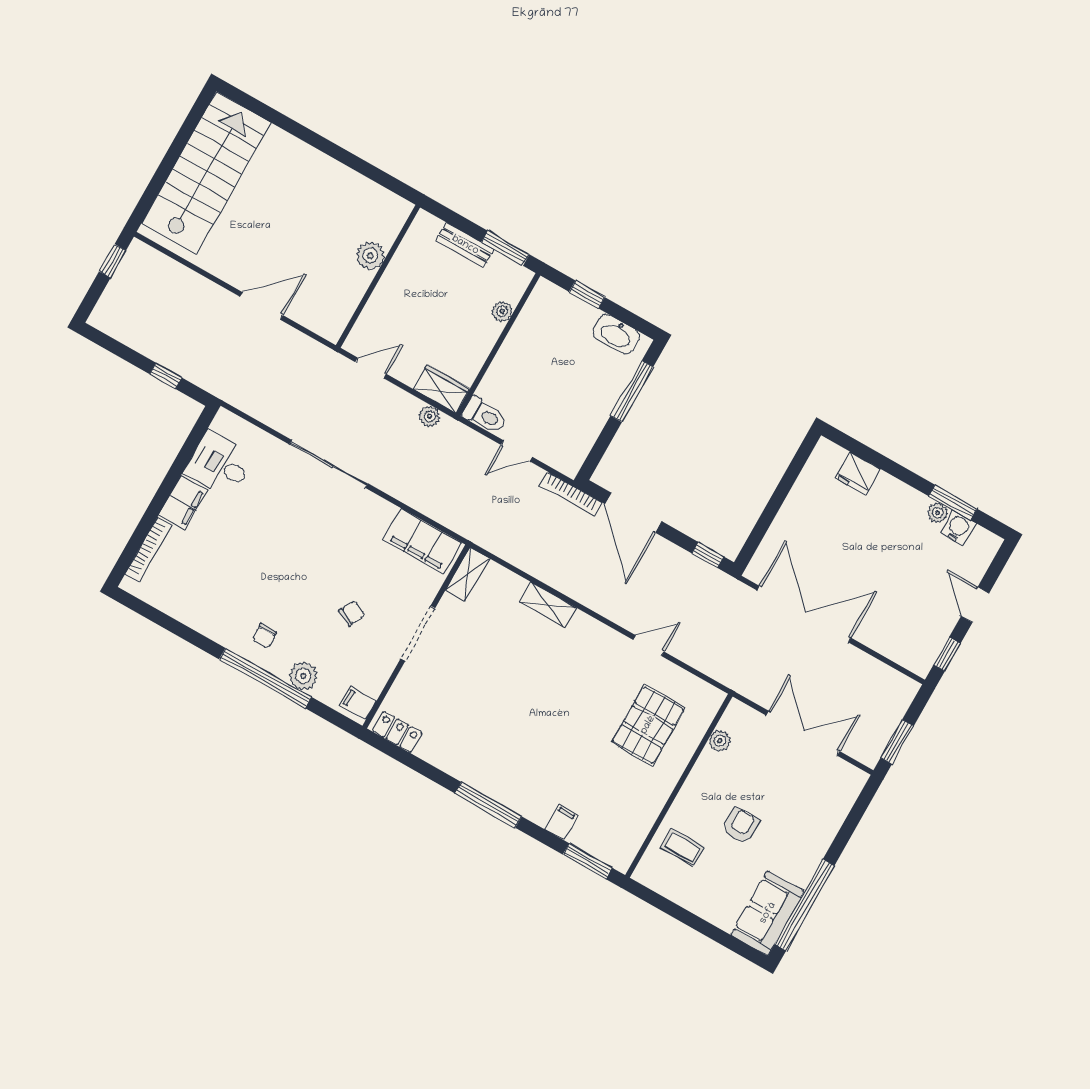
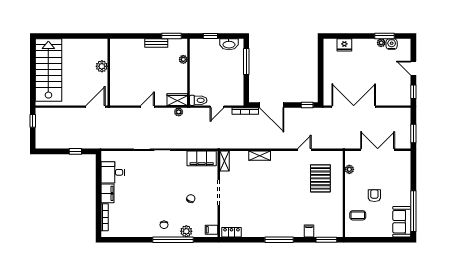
plant: (370, 256) -> (102, 66), moved
wall: (378, 276) -> (109, 72), moved

